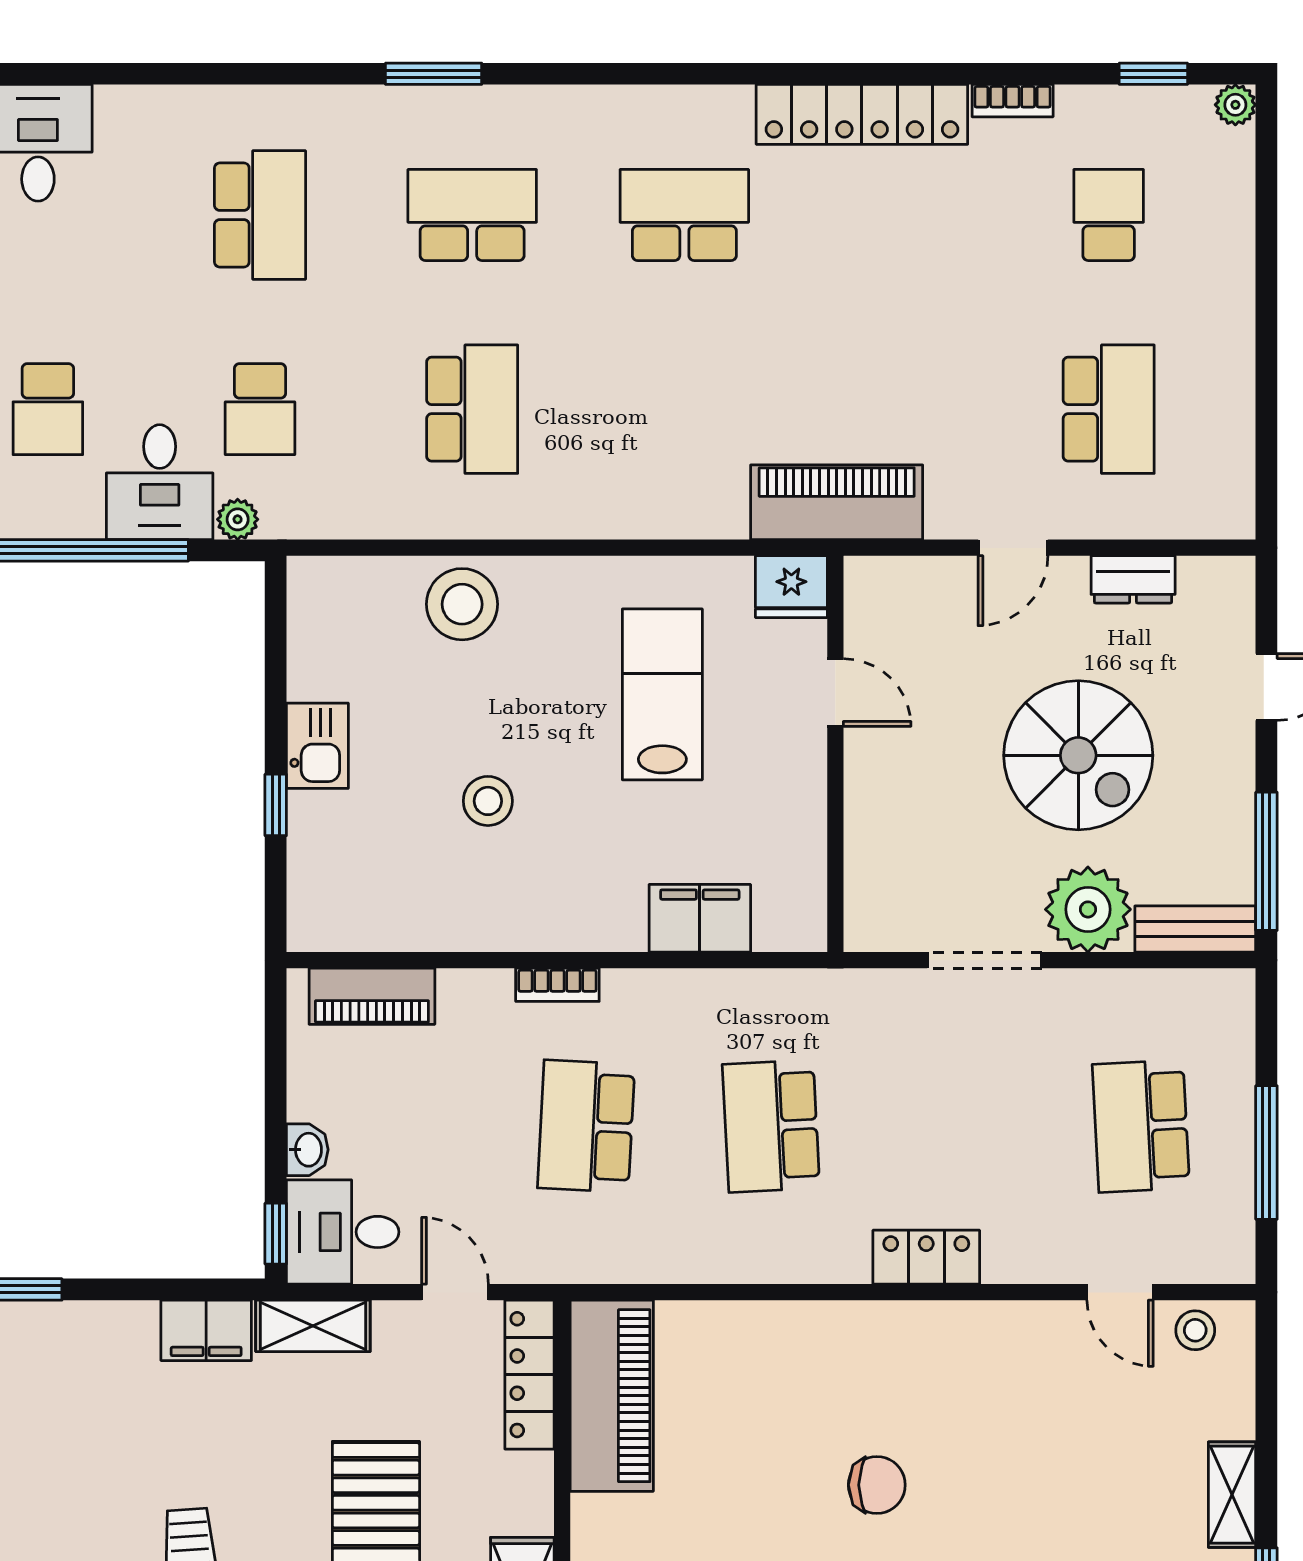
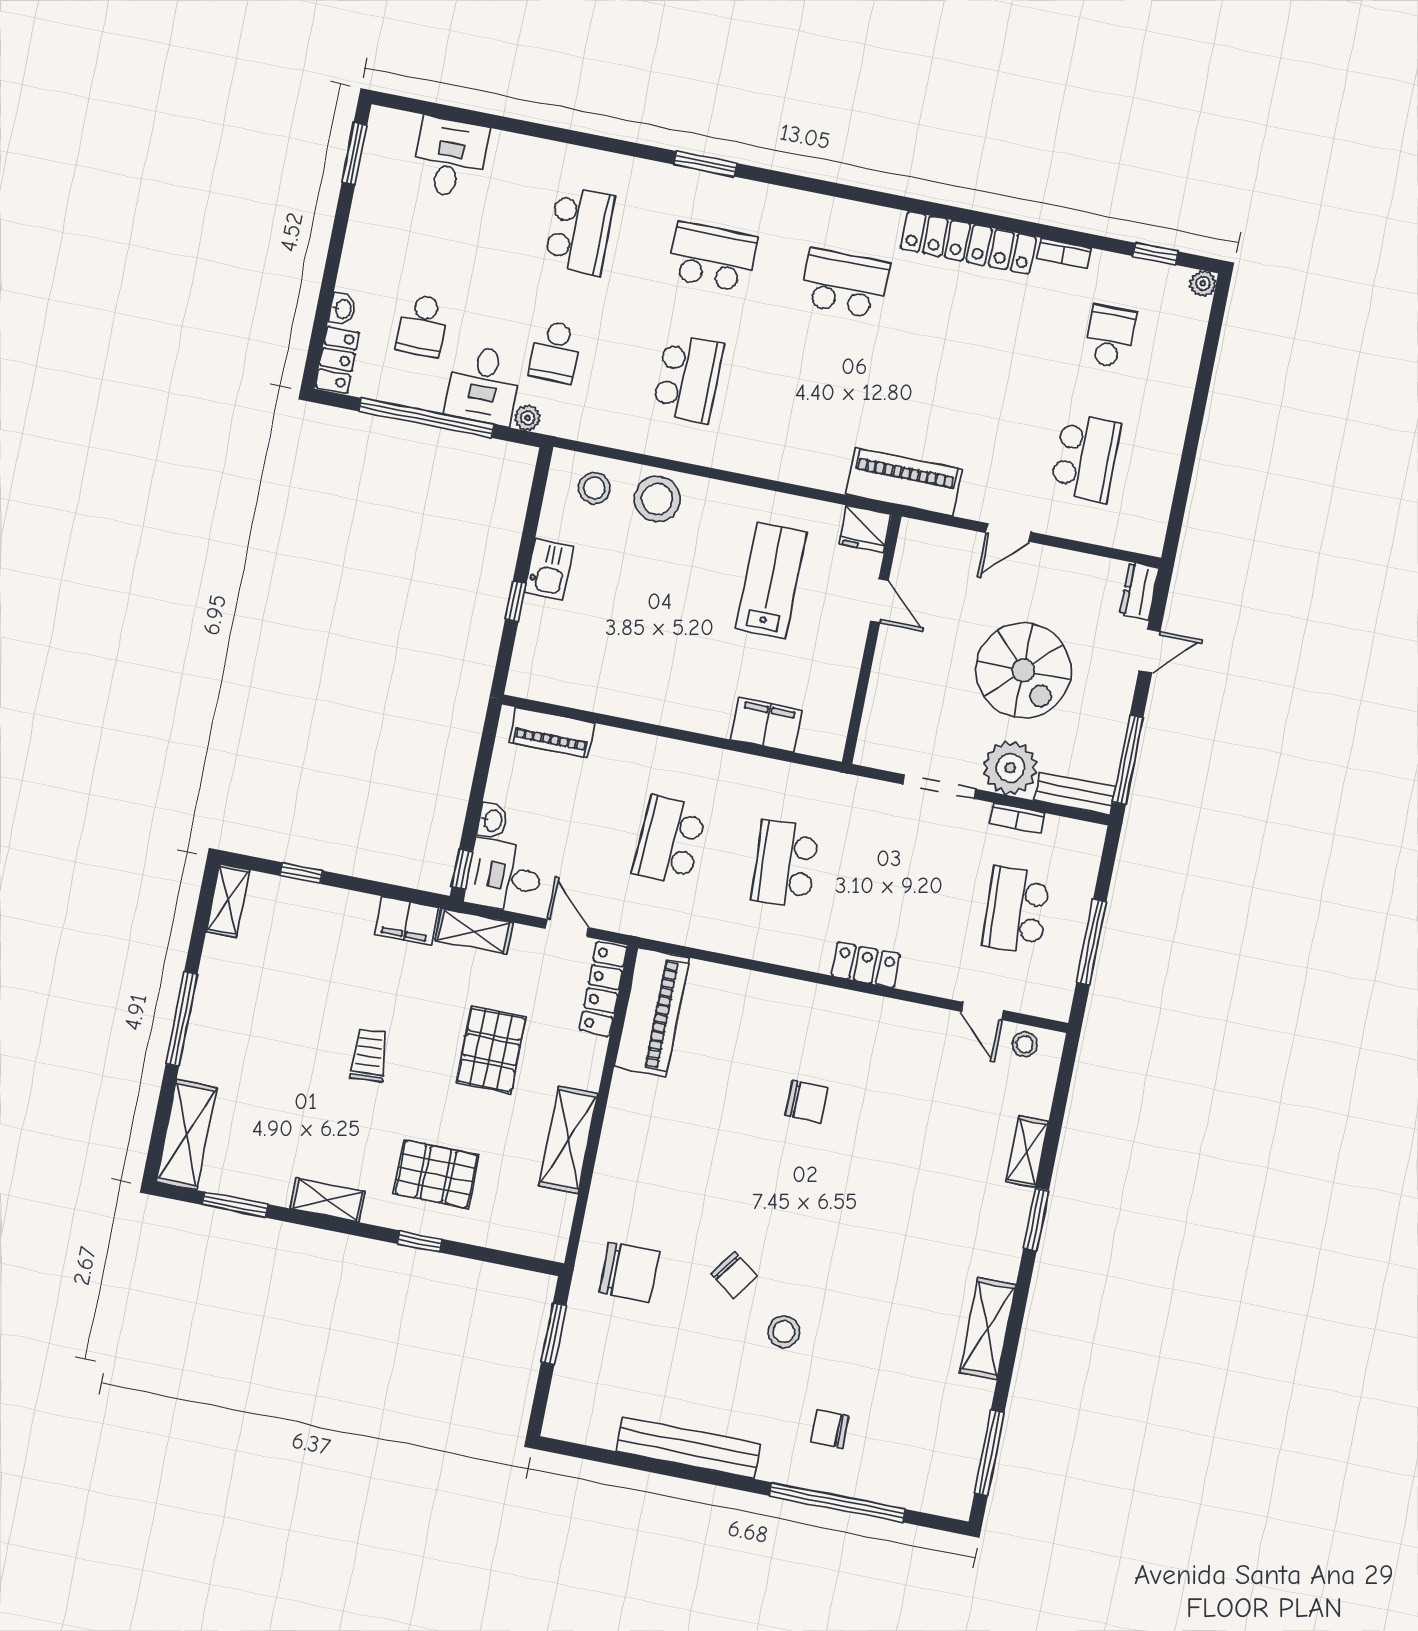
dresser: (1133, 579) -> (1139, 591), moved, turned 90
stool: (488, 801) -> (594, 488), moved
bookcase: (557, 985) -> (1017, 818), moved

